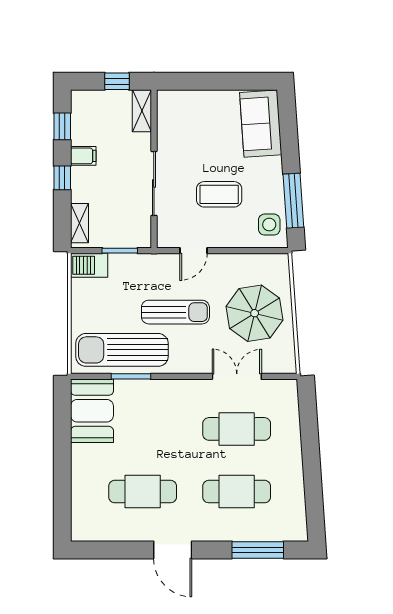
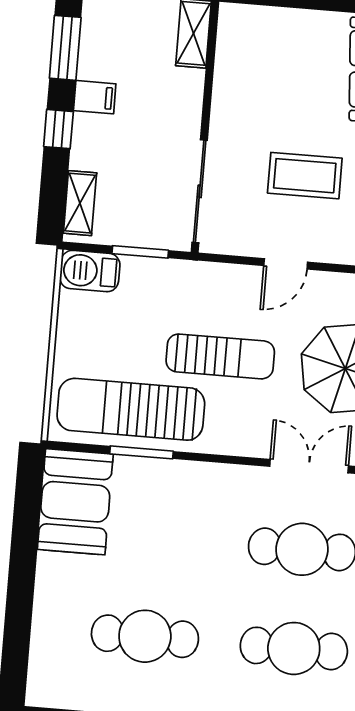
window: (62, 126) -> (65, 48), width x1.50
sliding door: (154, 183) -> (200, 191), moved
door: (193, 251) -> (286, 264), moved

